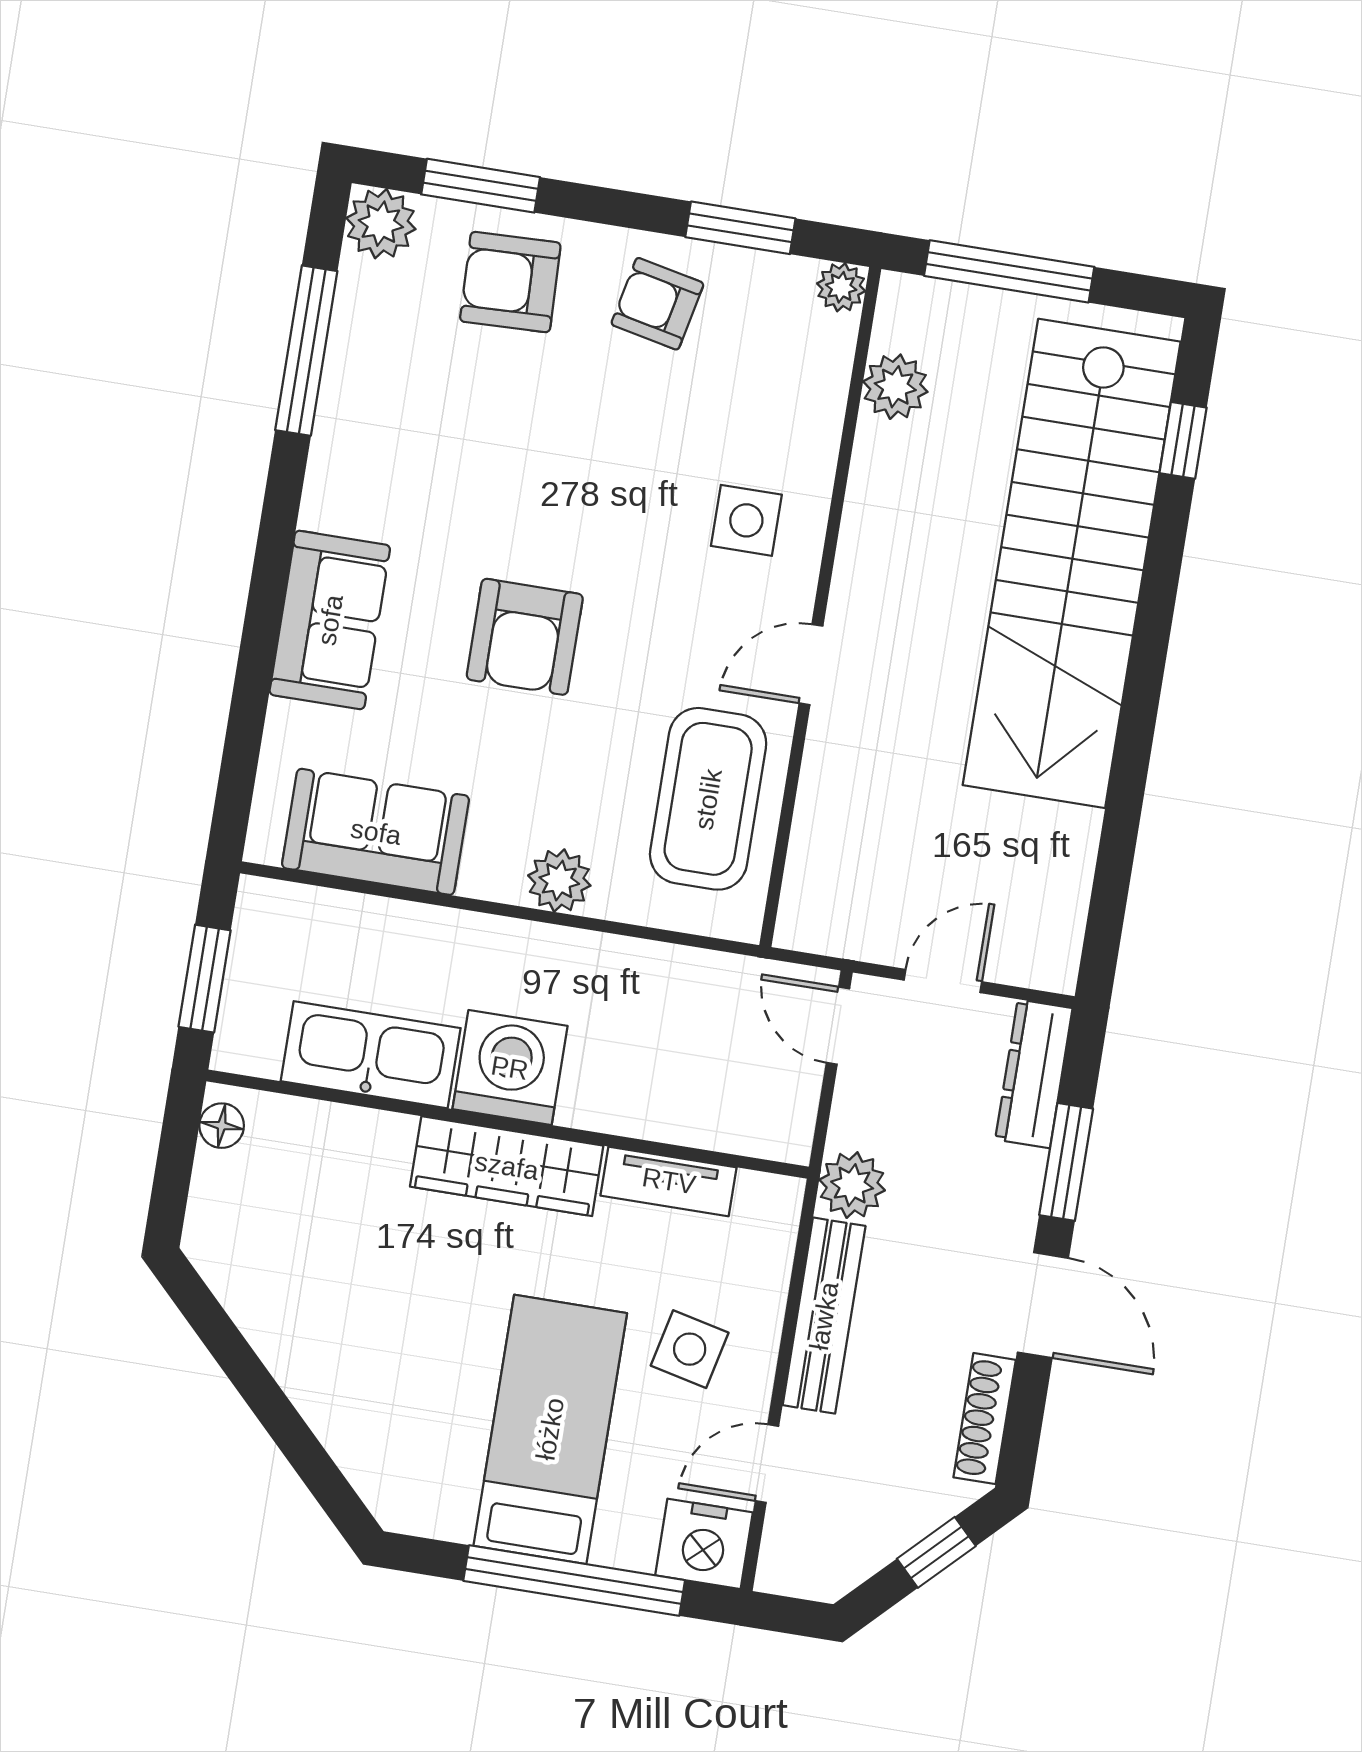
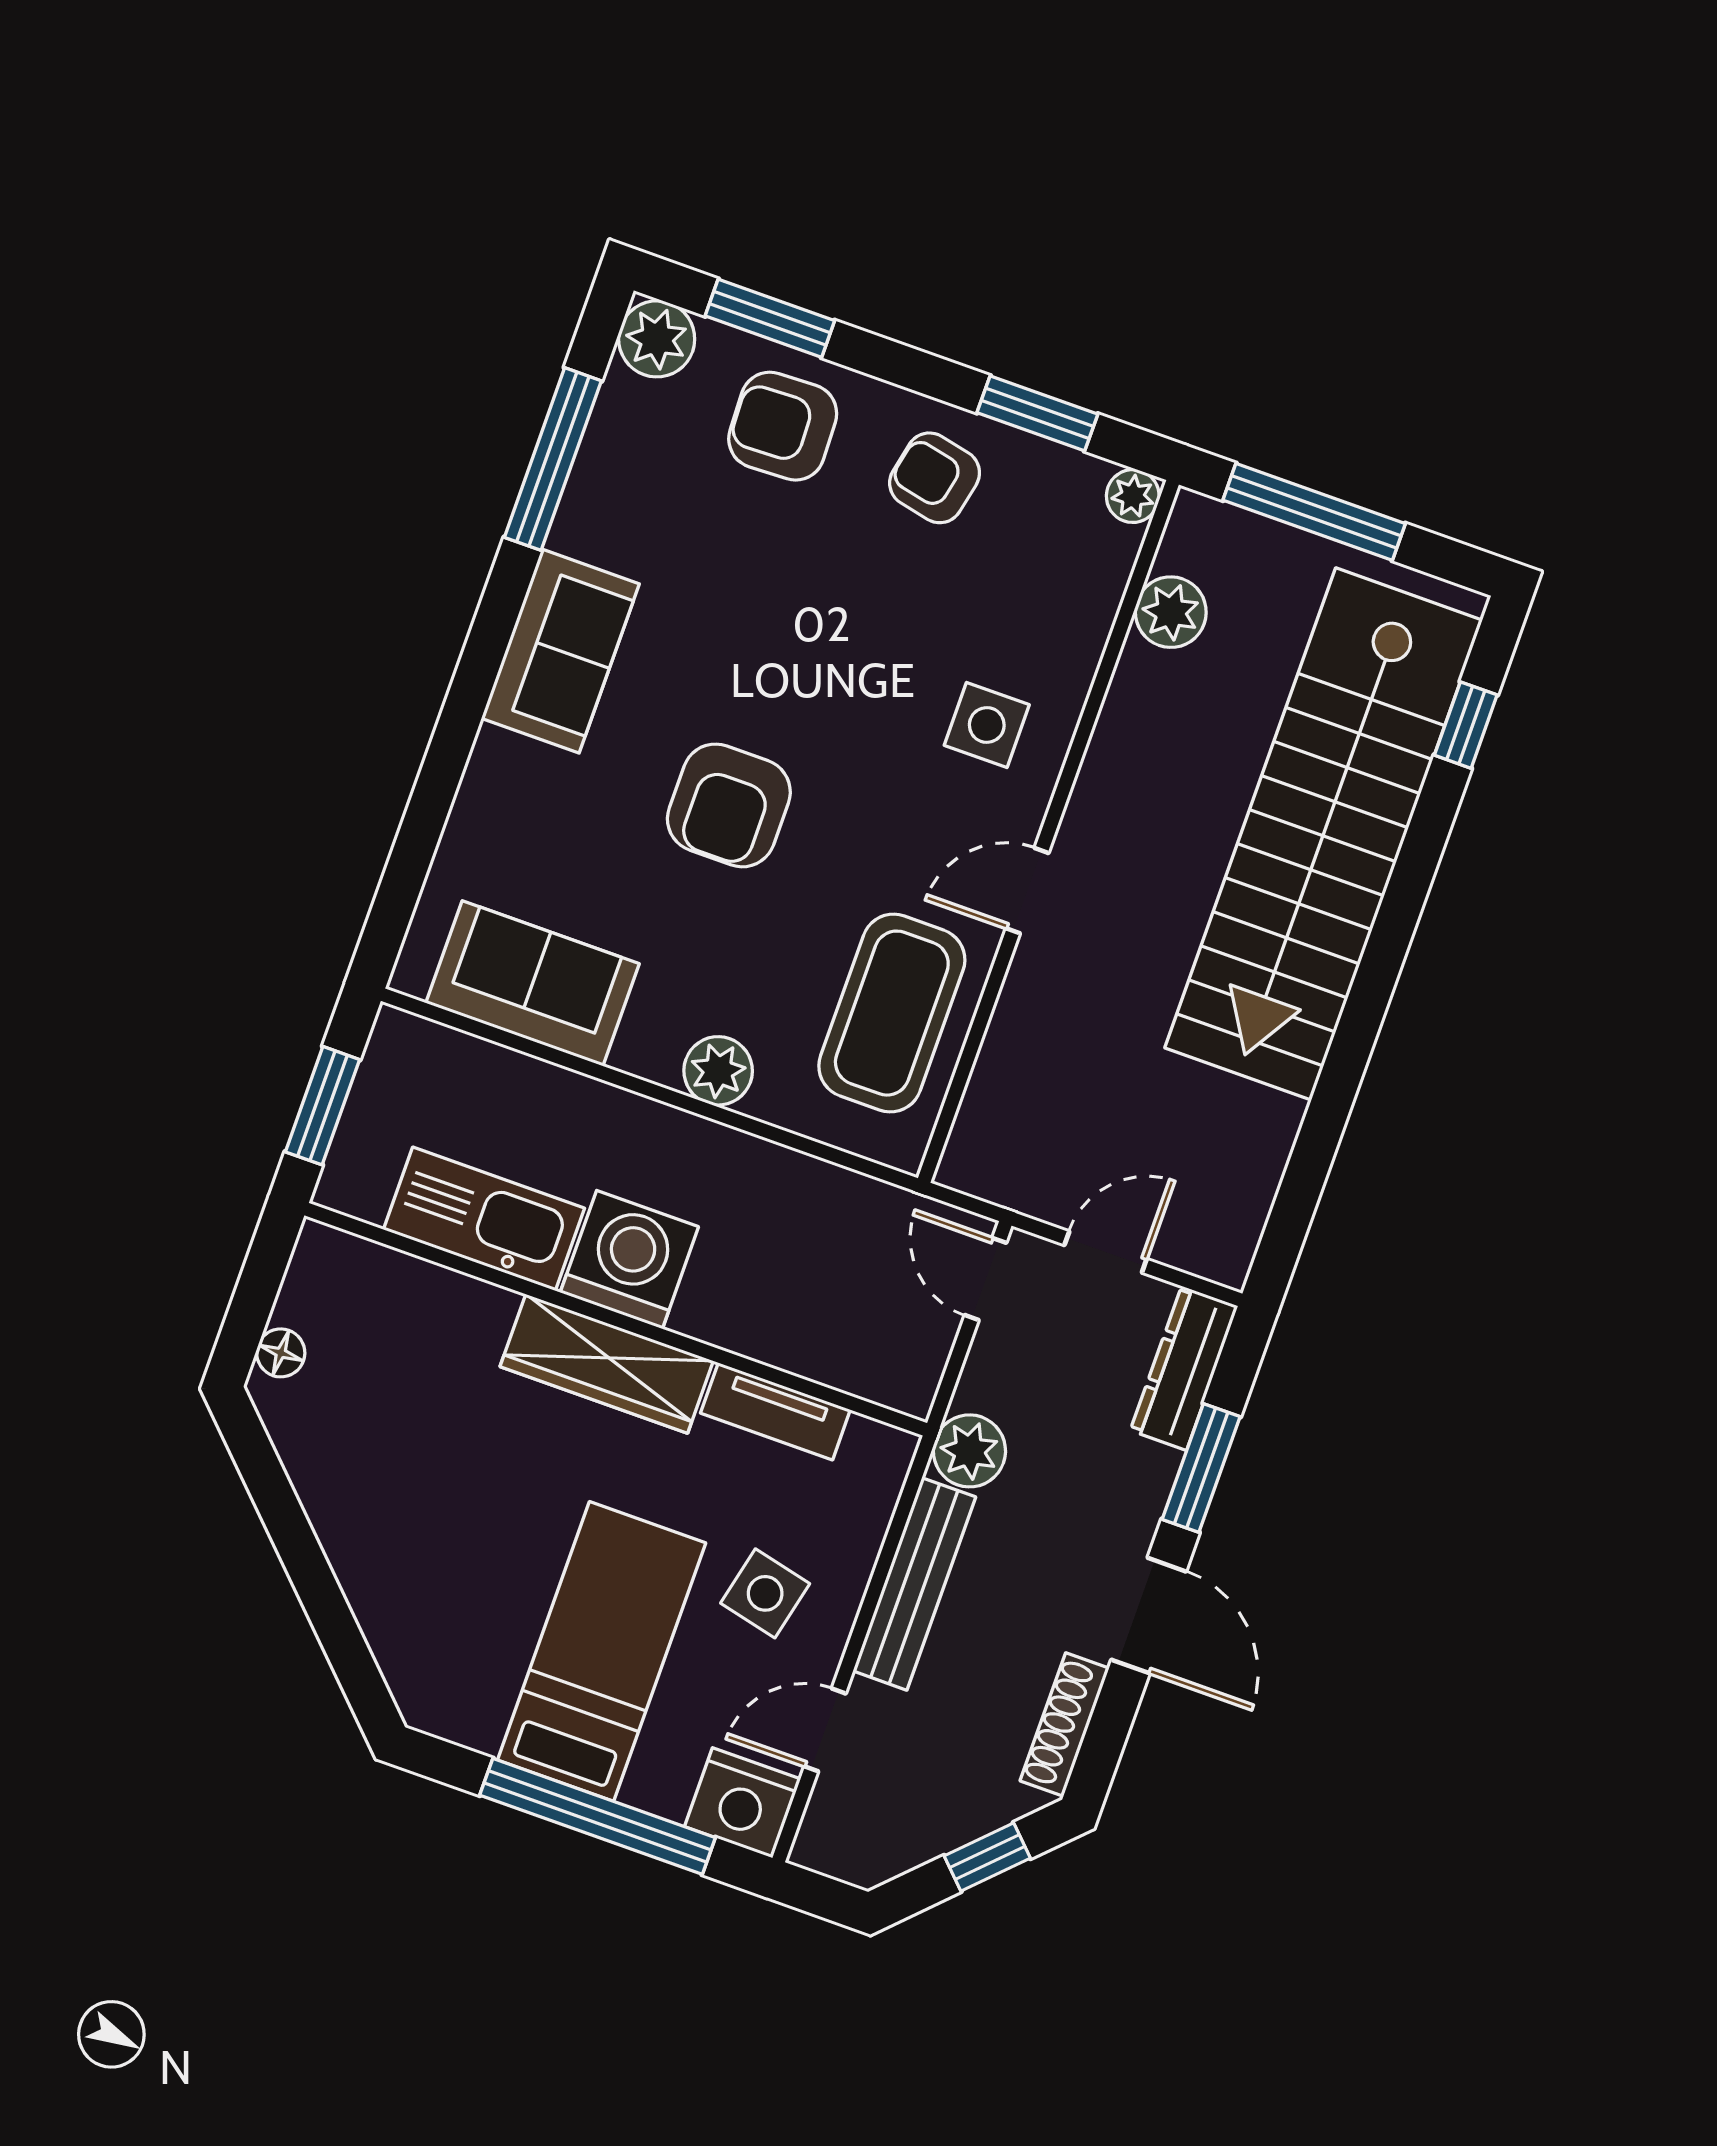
sofa: (330, 620) -> (560, 651), moved
floor lamp: (222, 1126) -> (281, 1353), moved

